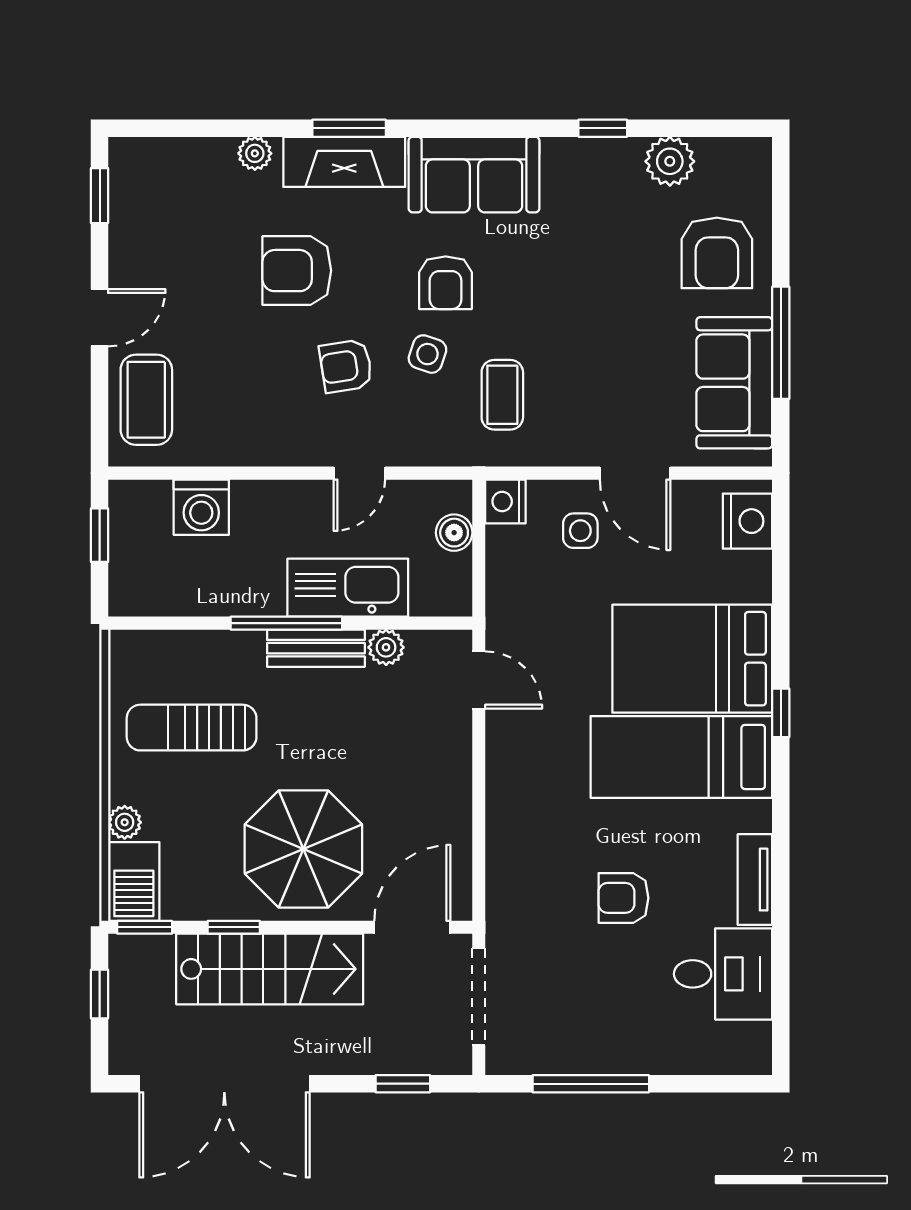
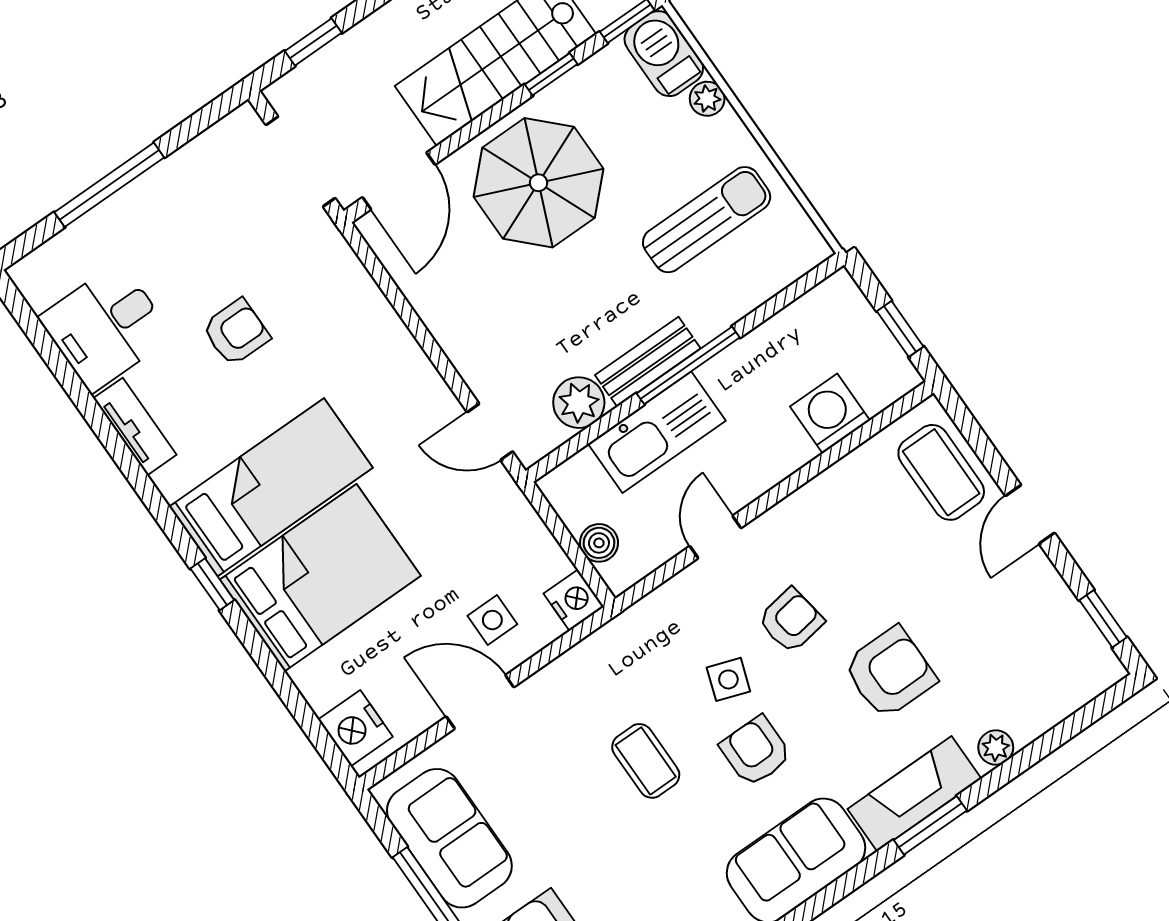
coffee table: (502, 395) -> (646, 761), moved
plant: (386, 647) -> (579, 403), width x1.38, depth x1.38
window: (591, 1084) -> (109, 185), moved

